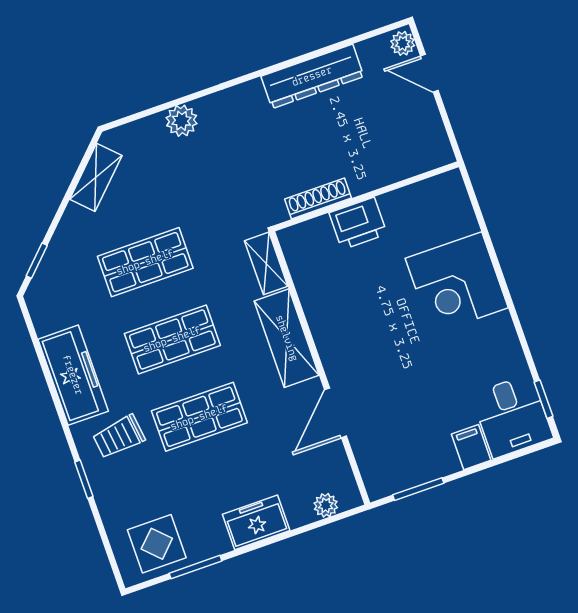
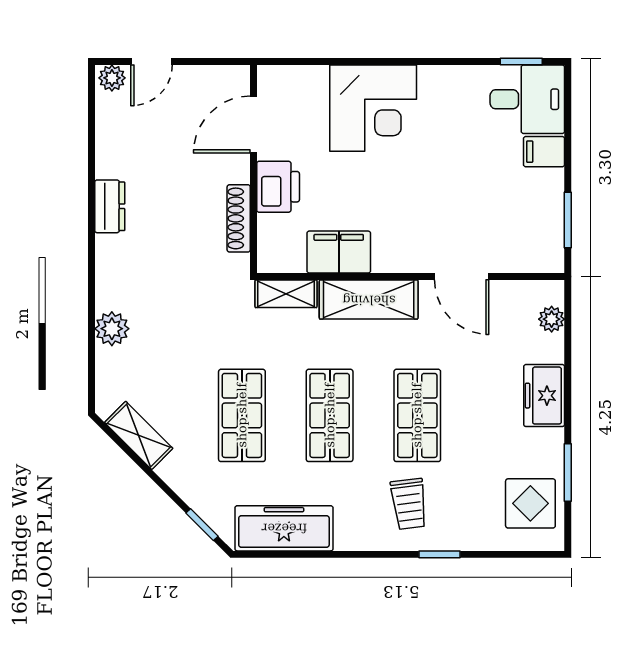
dresser: (312, 76) -> (110, 206), width x0.51, depth x0.80
door: (405, 183) -> (254, 125), added
filing cabinet: (319, 297) -> (339, 252), added
freezer: (73, 375) -> (284, 528), moved

